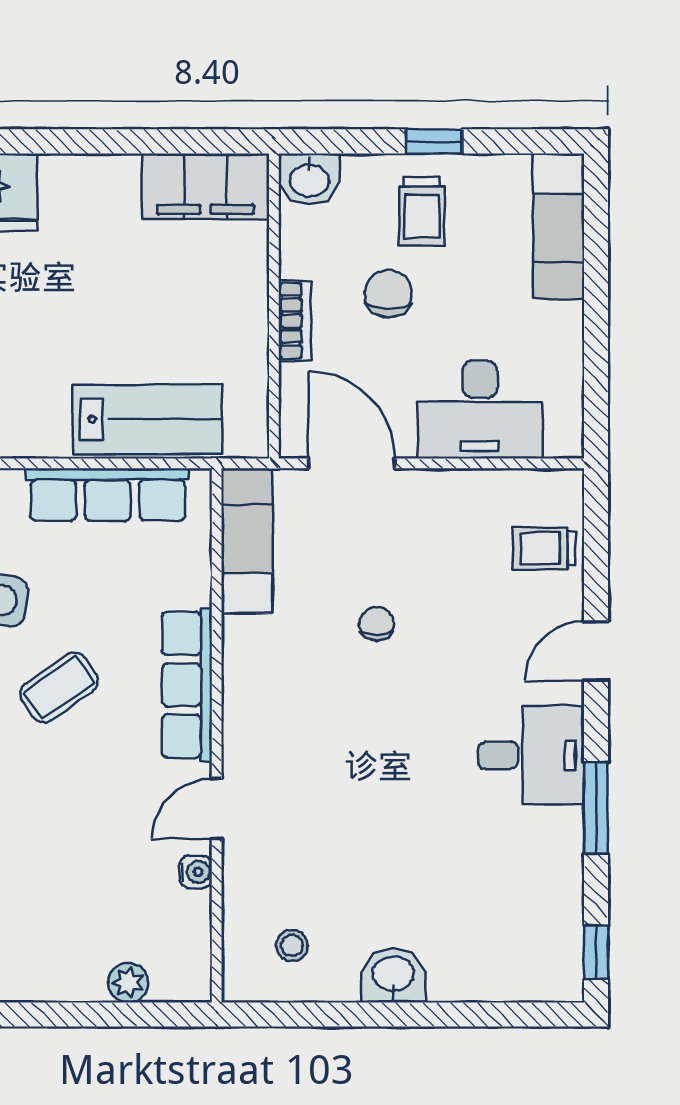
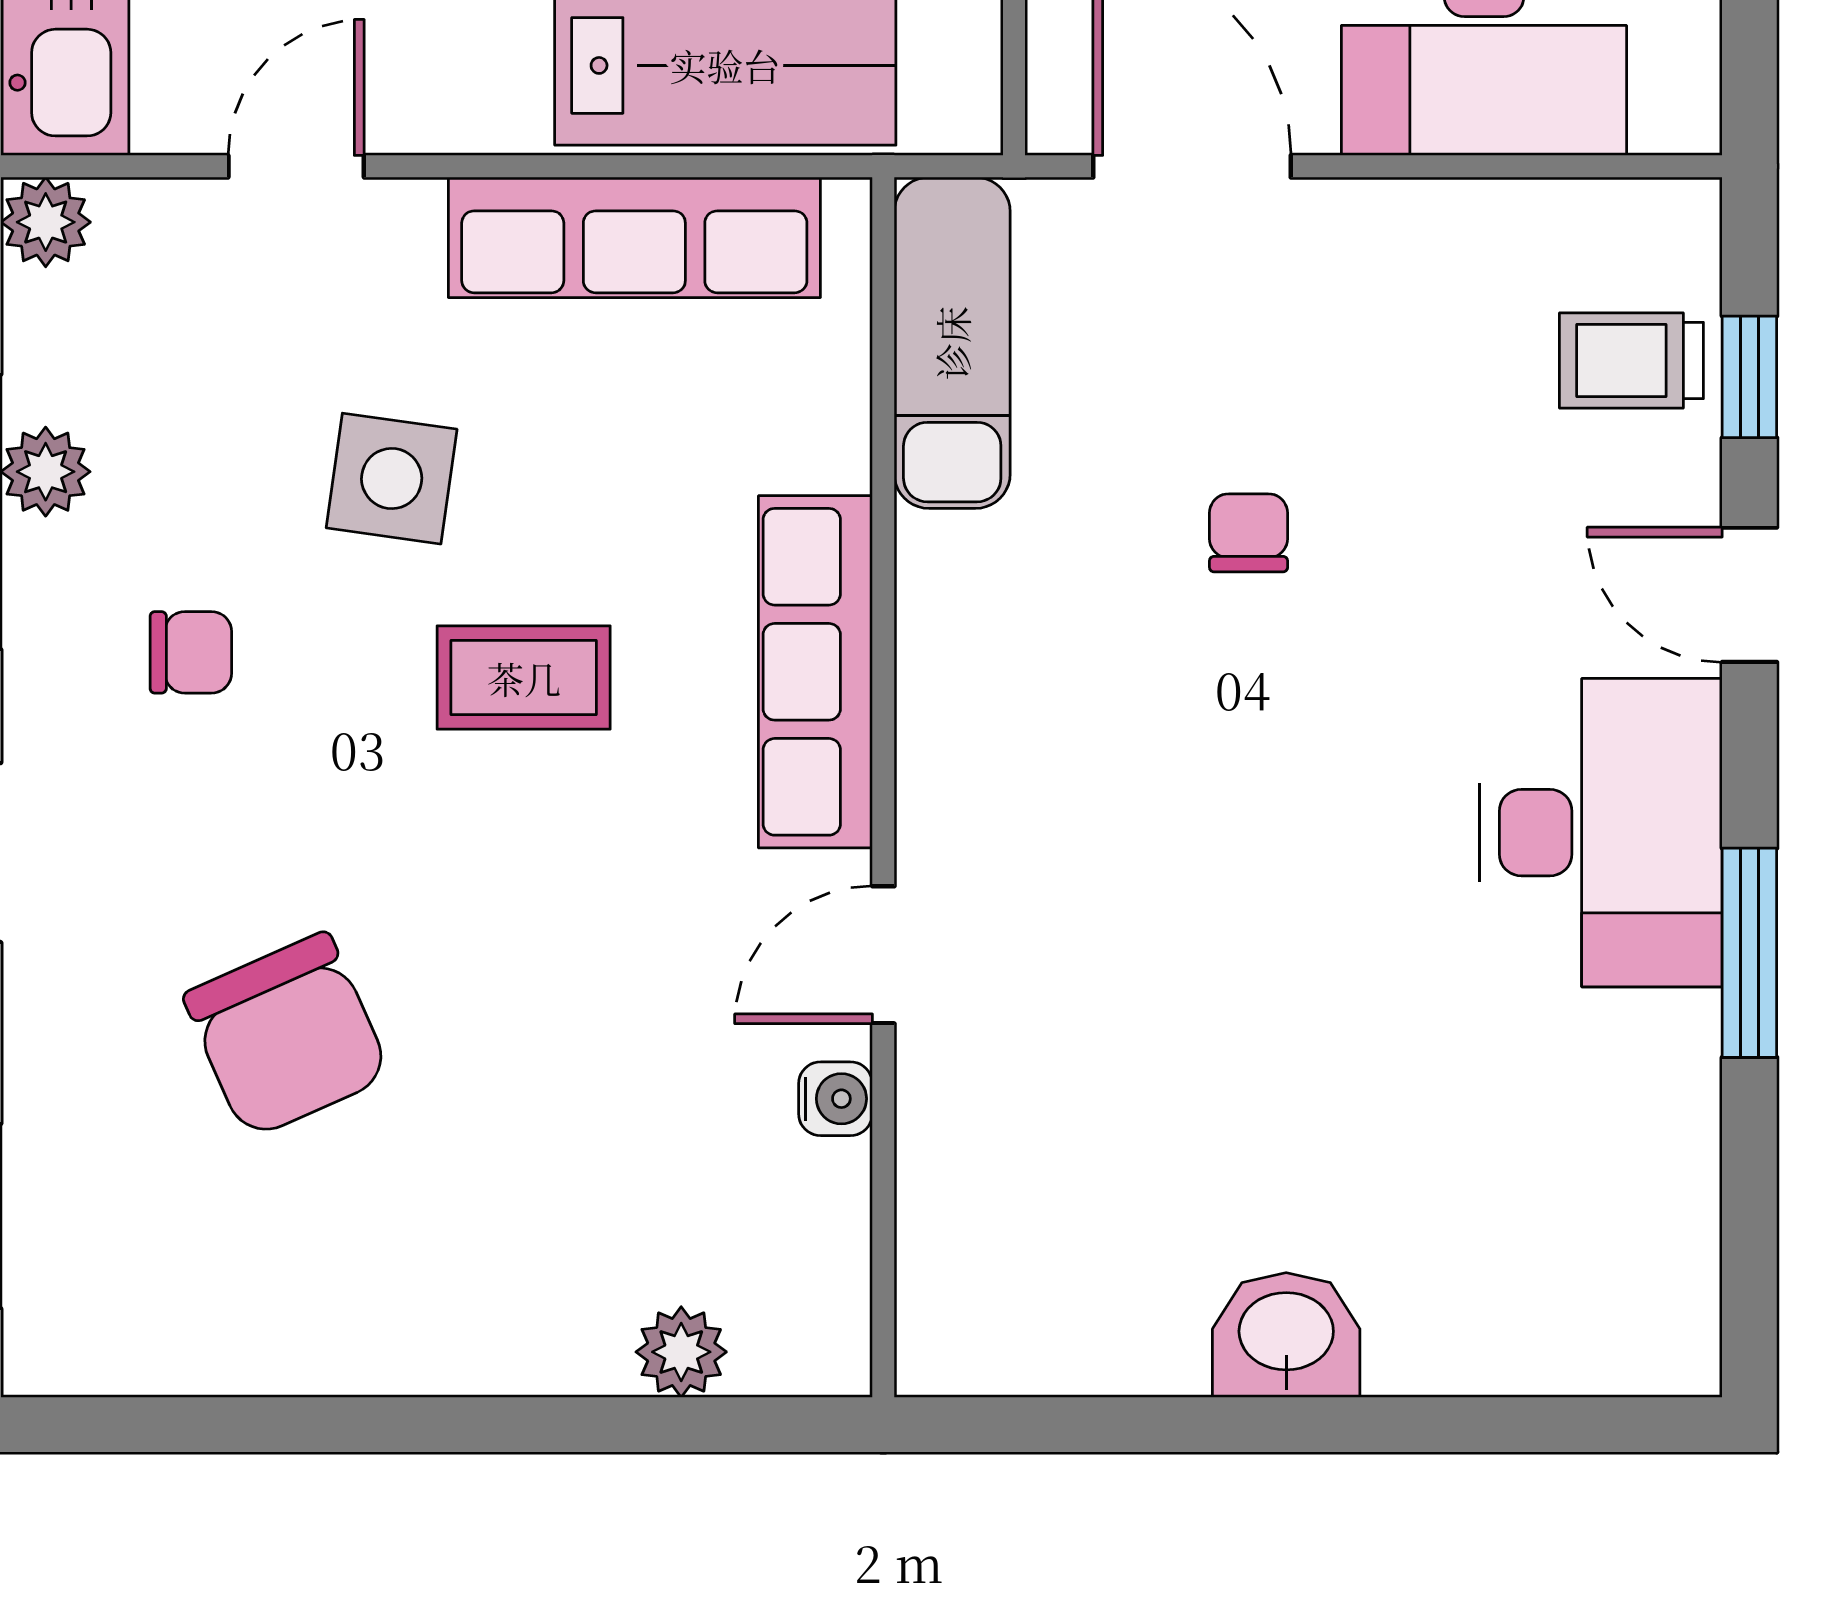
door: (596, 651) -> (1749, 595), hinge flipped
coffee table: (59, 687) -> (524, 678), turned 35
desk: (531, 755) -> (1601, 833), width x1.37
stool: (292, 945) -> (1055, 1267), removed
window: (596, 952) -> (1749, 377), moved

